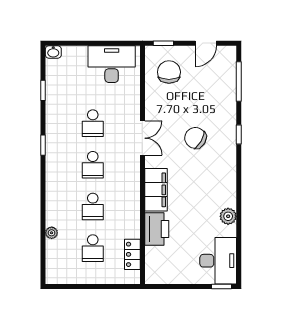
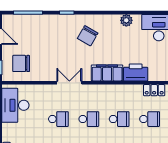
chair: (195, 138) -> (88, 36), moved

